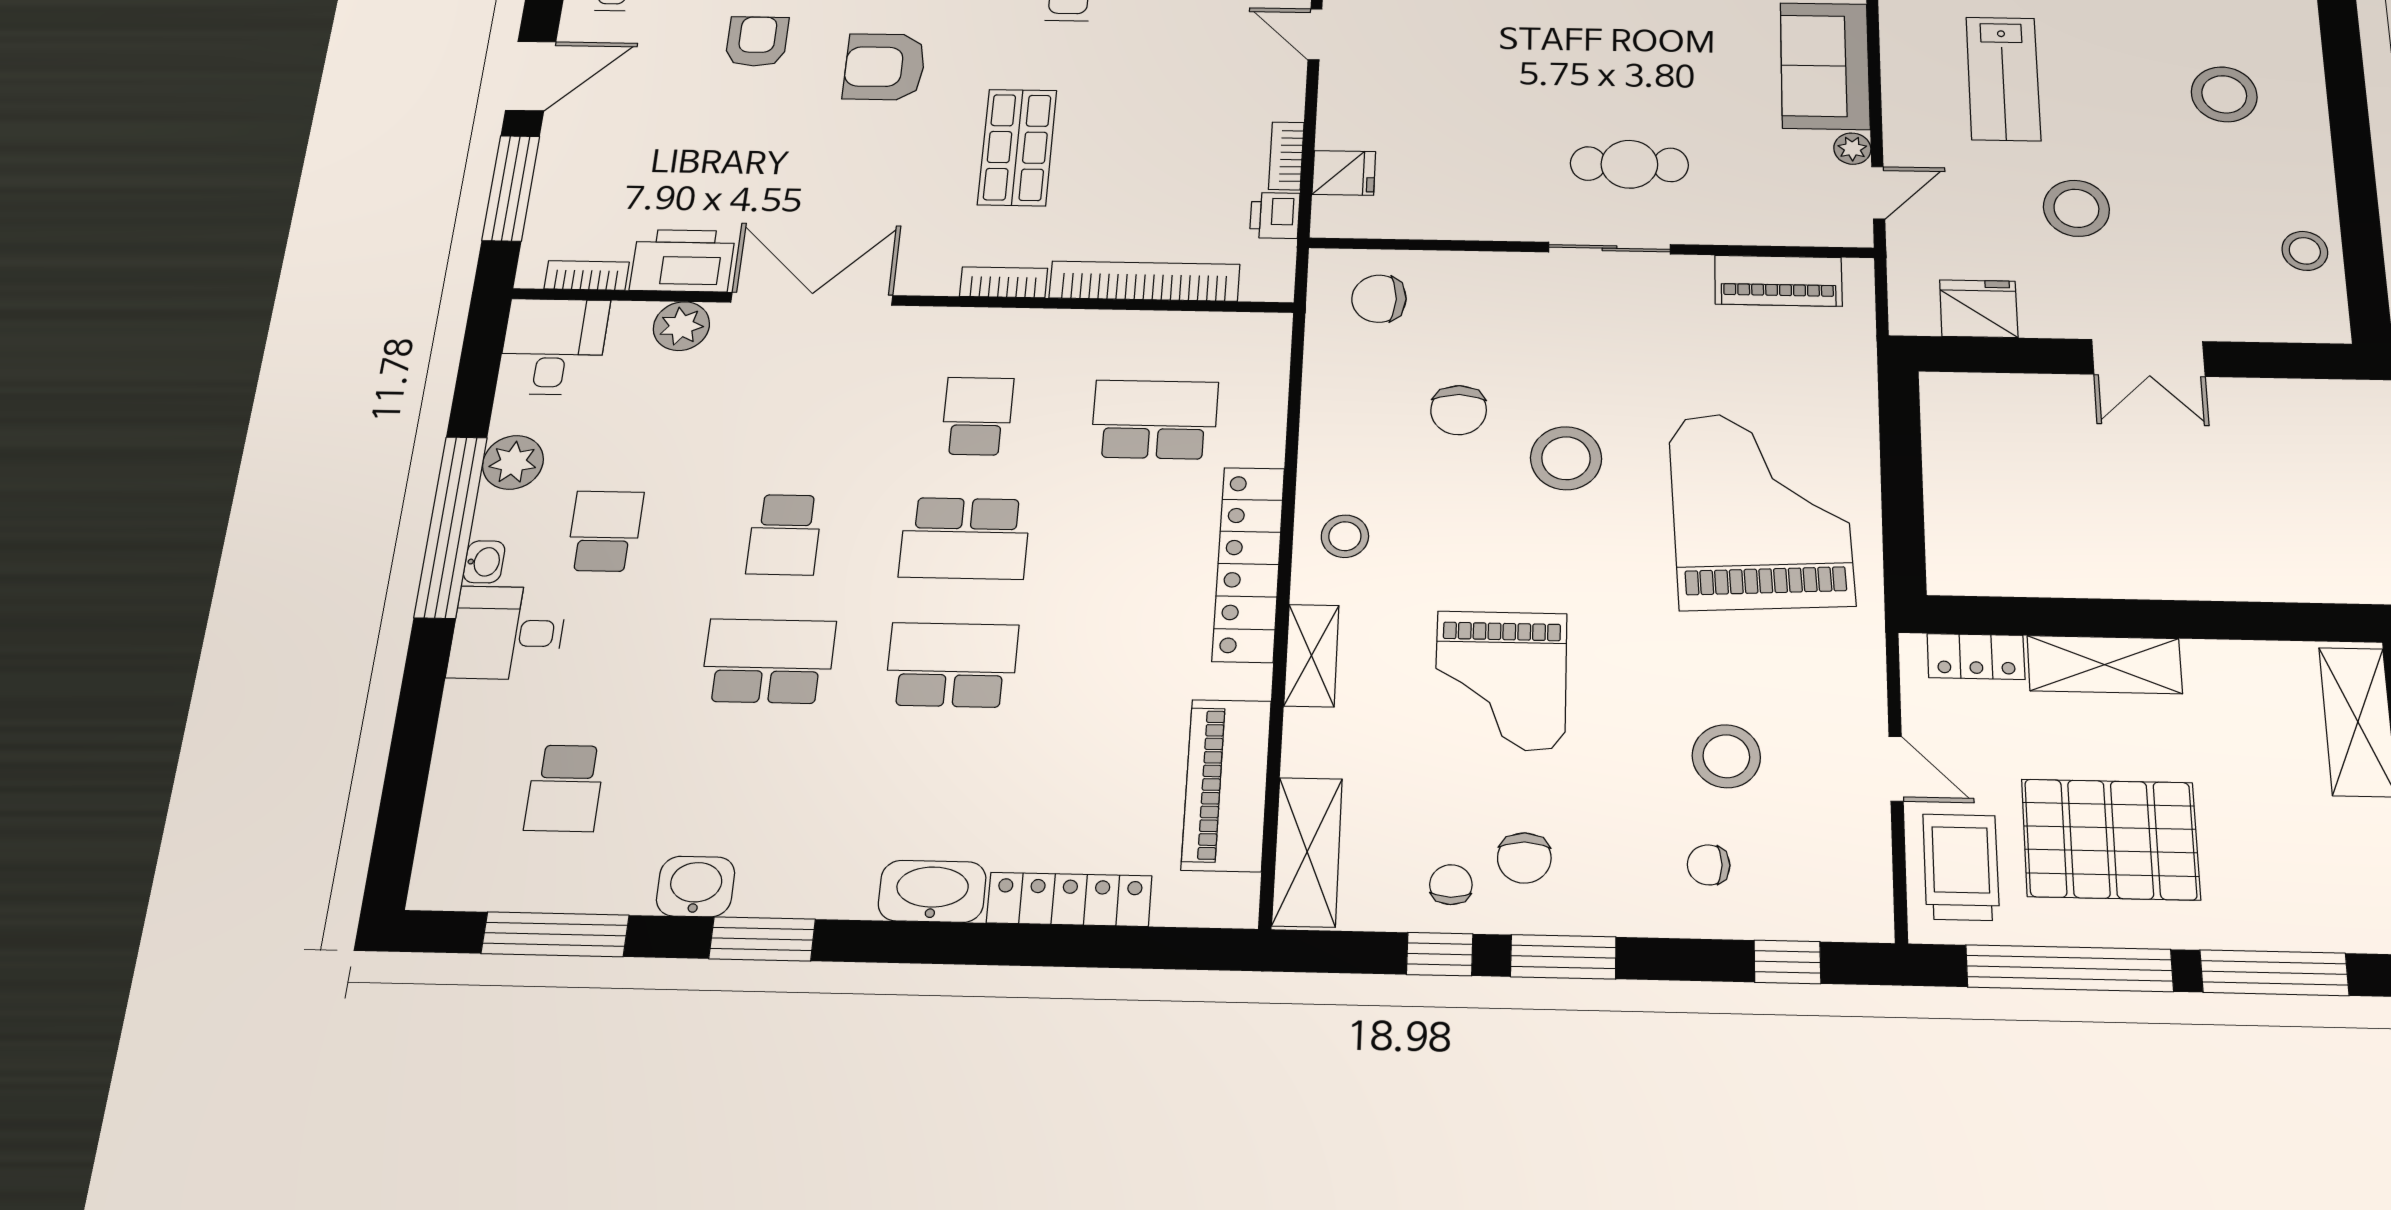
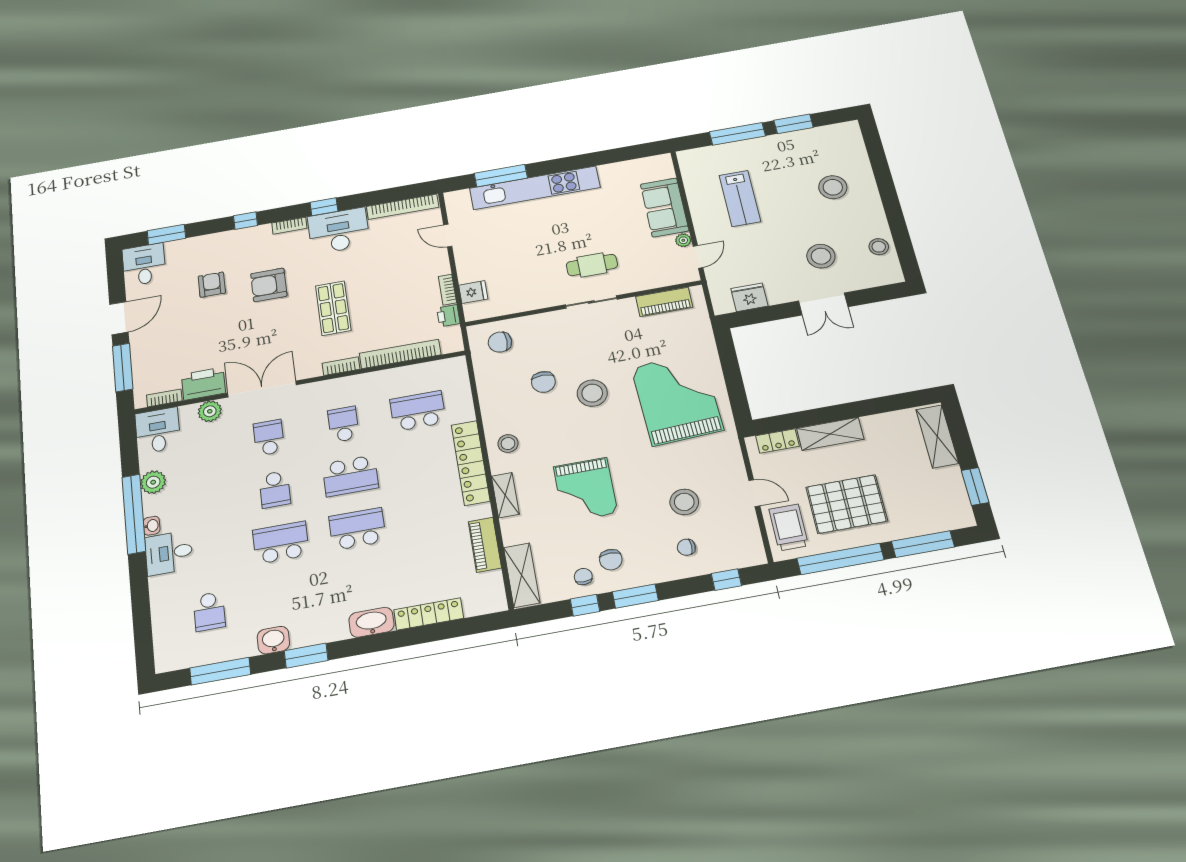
stool: (2076, 208) -> (821, 256), moved
school desk: (605, 531) -> (269, 438), moved
piano: (1226, 785) -> (485, 545), width x0.73, depth x0.75

